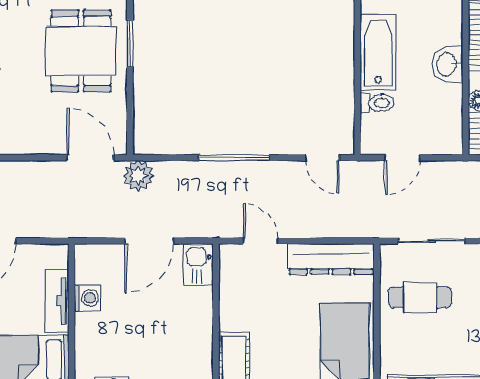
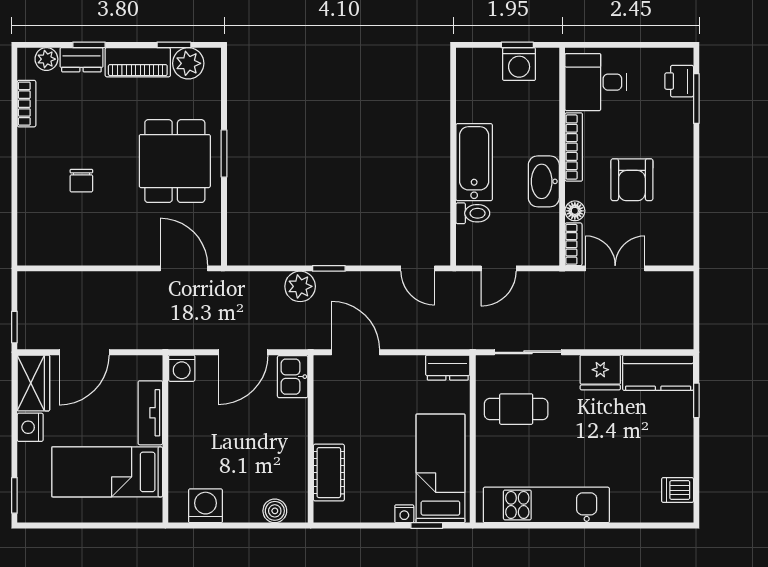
washbasin: (447, 64) -> (544, 181), width x1.38
window: (234, 158) -> (329, 268), width x0.46
plant: (138, 176) -> (300, 286), moved
door: (260, 241) -> (356, 352), width x1.38
dresser: (331, 259) -> (448, 368), width x0.51, depth x0.80
washing machine: (87, 298) -> (182, 368), moved, turned 90

